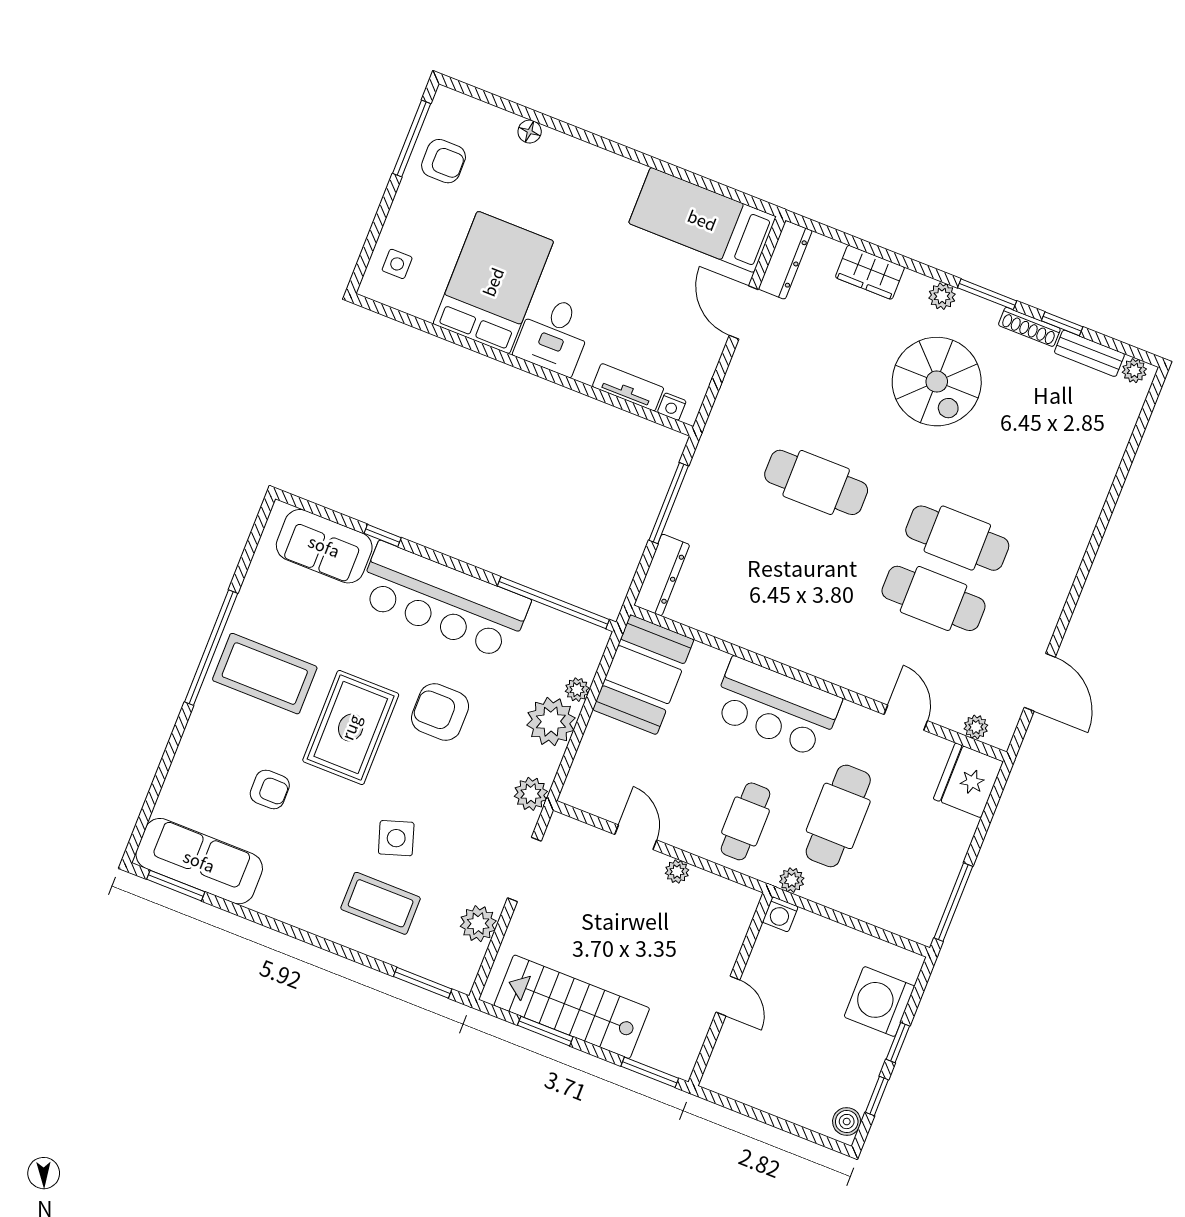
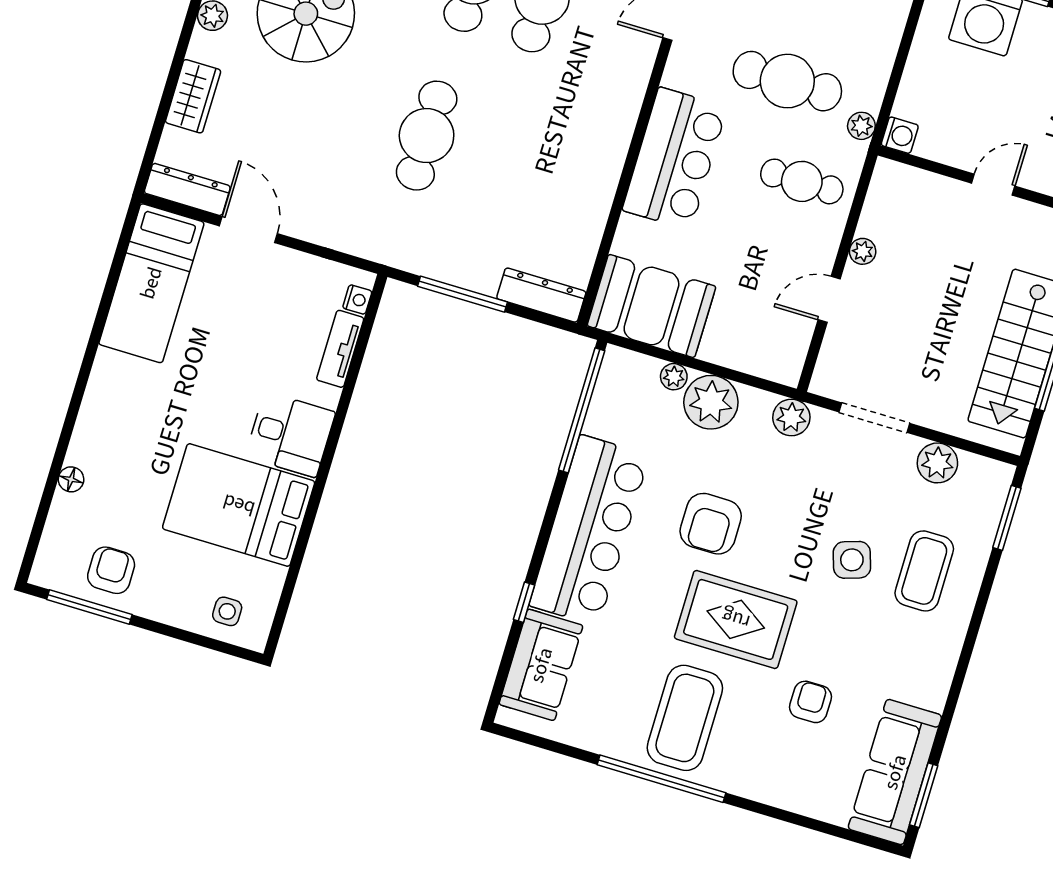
door: (744, 313) -> (248, 230), swing flipped

